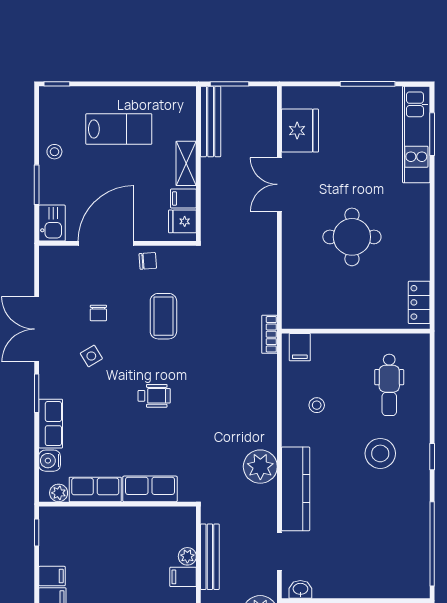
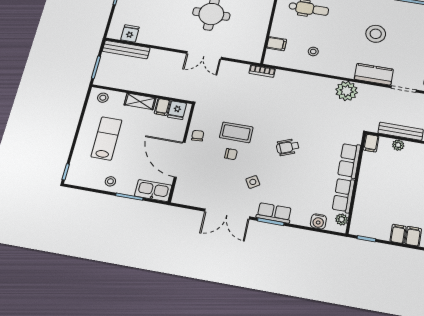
stool: (182, 107) -> (103, 98), added
bench: (211, 121) -> (126, 50), moved
fridge: (300, 131) -> (130, 33), width x0.53, depth x0.75
double door: (279, 184) -> (204, 55), moved
kitchen sink: (52, 223) -> (153, 191), width x1.38
chair: (98, 313) -> (231, 154), moved
filing cabinet: (300, 347) -> (277, 44), moved
wheelchair: (154, 396) -> (288, 147), turned -112
row of seats: (51, 424) -> (274, 213), moved
stool: (380, 453) -> (376, 34), moved
kitchen counter: (296, 489) -> (374, 74), width x0.67
filing cabinet: (183, 577) -> (371, 143), moved

